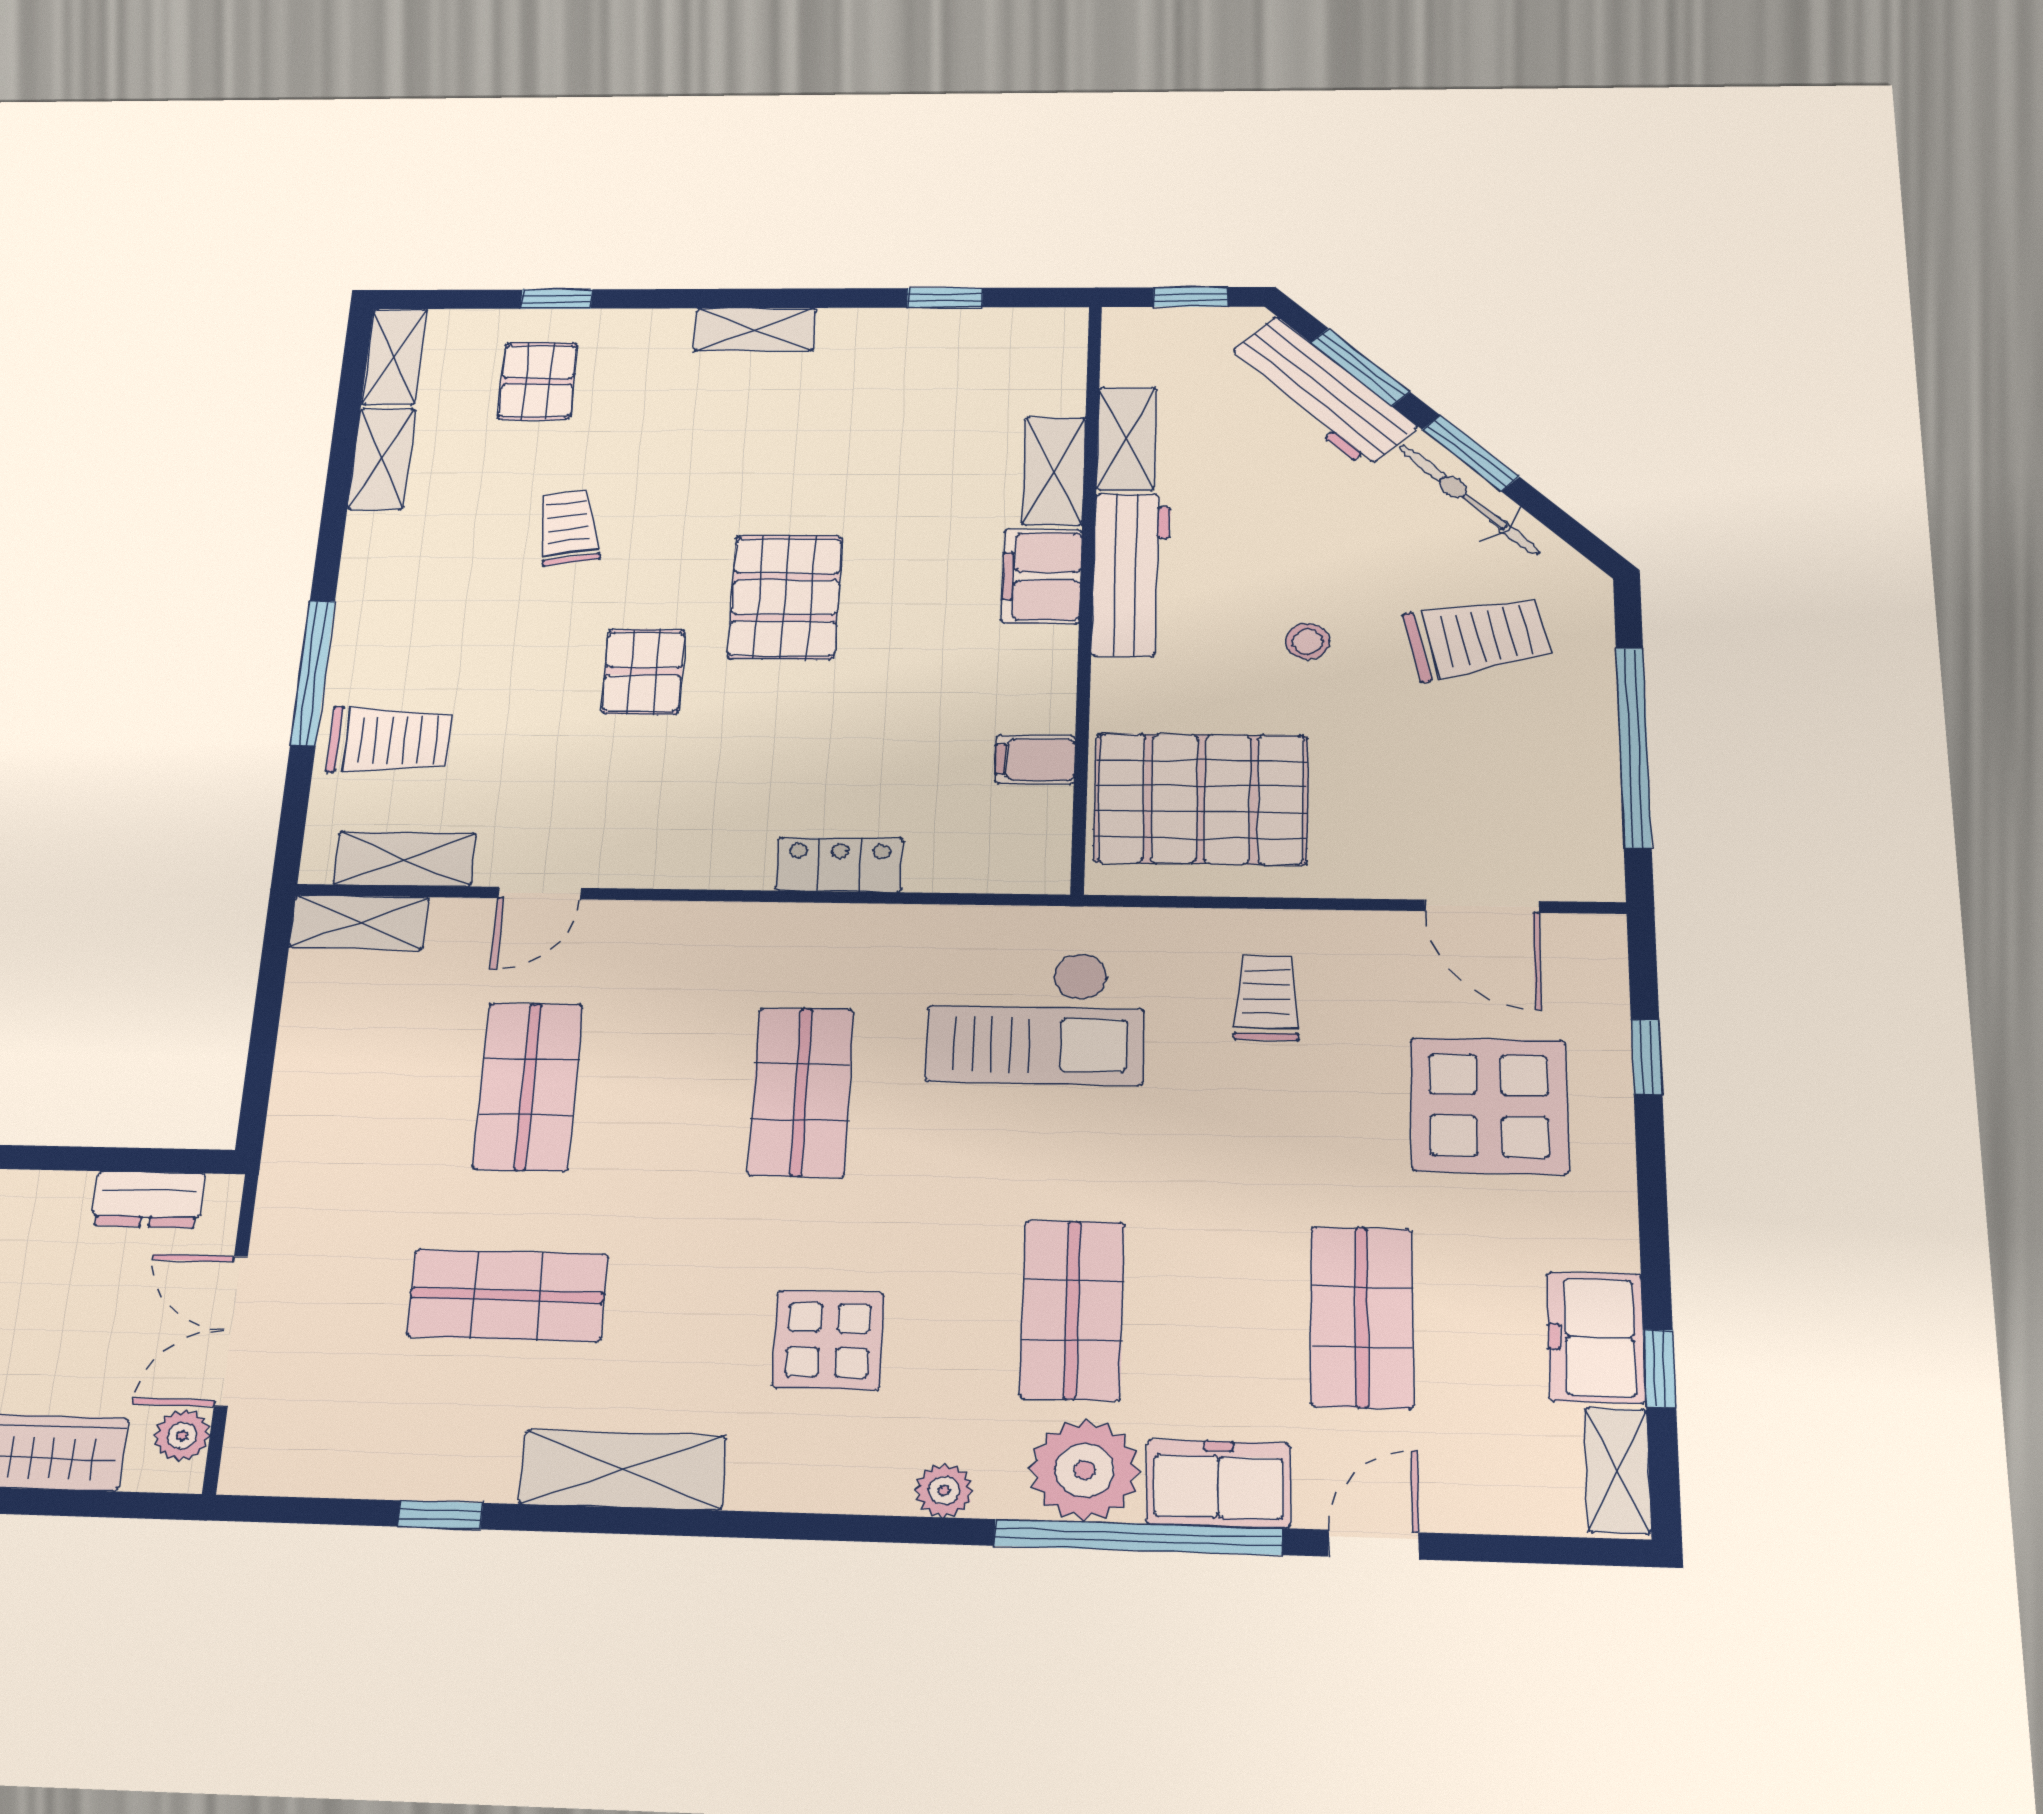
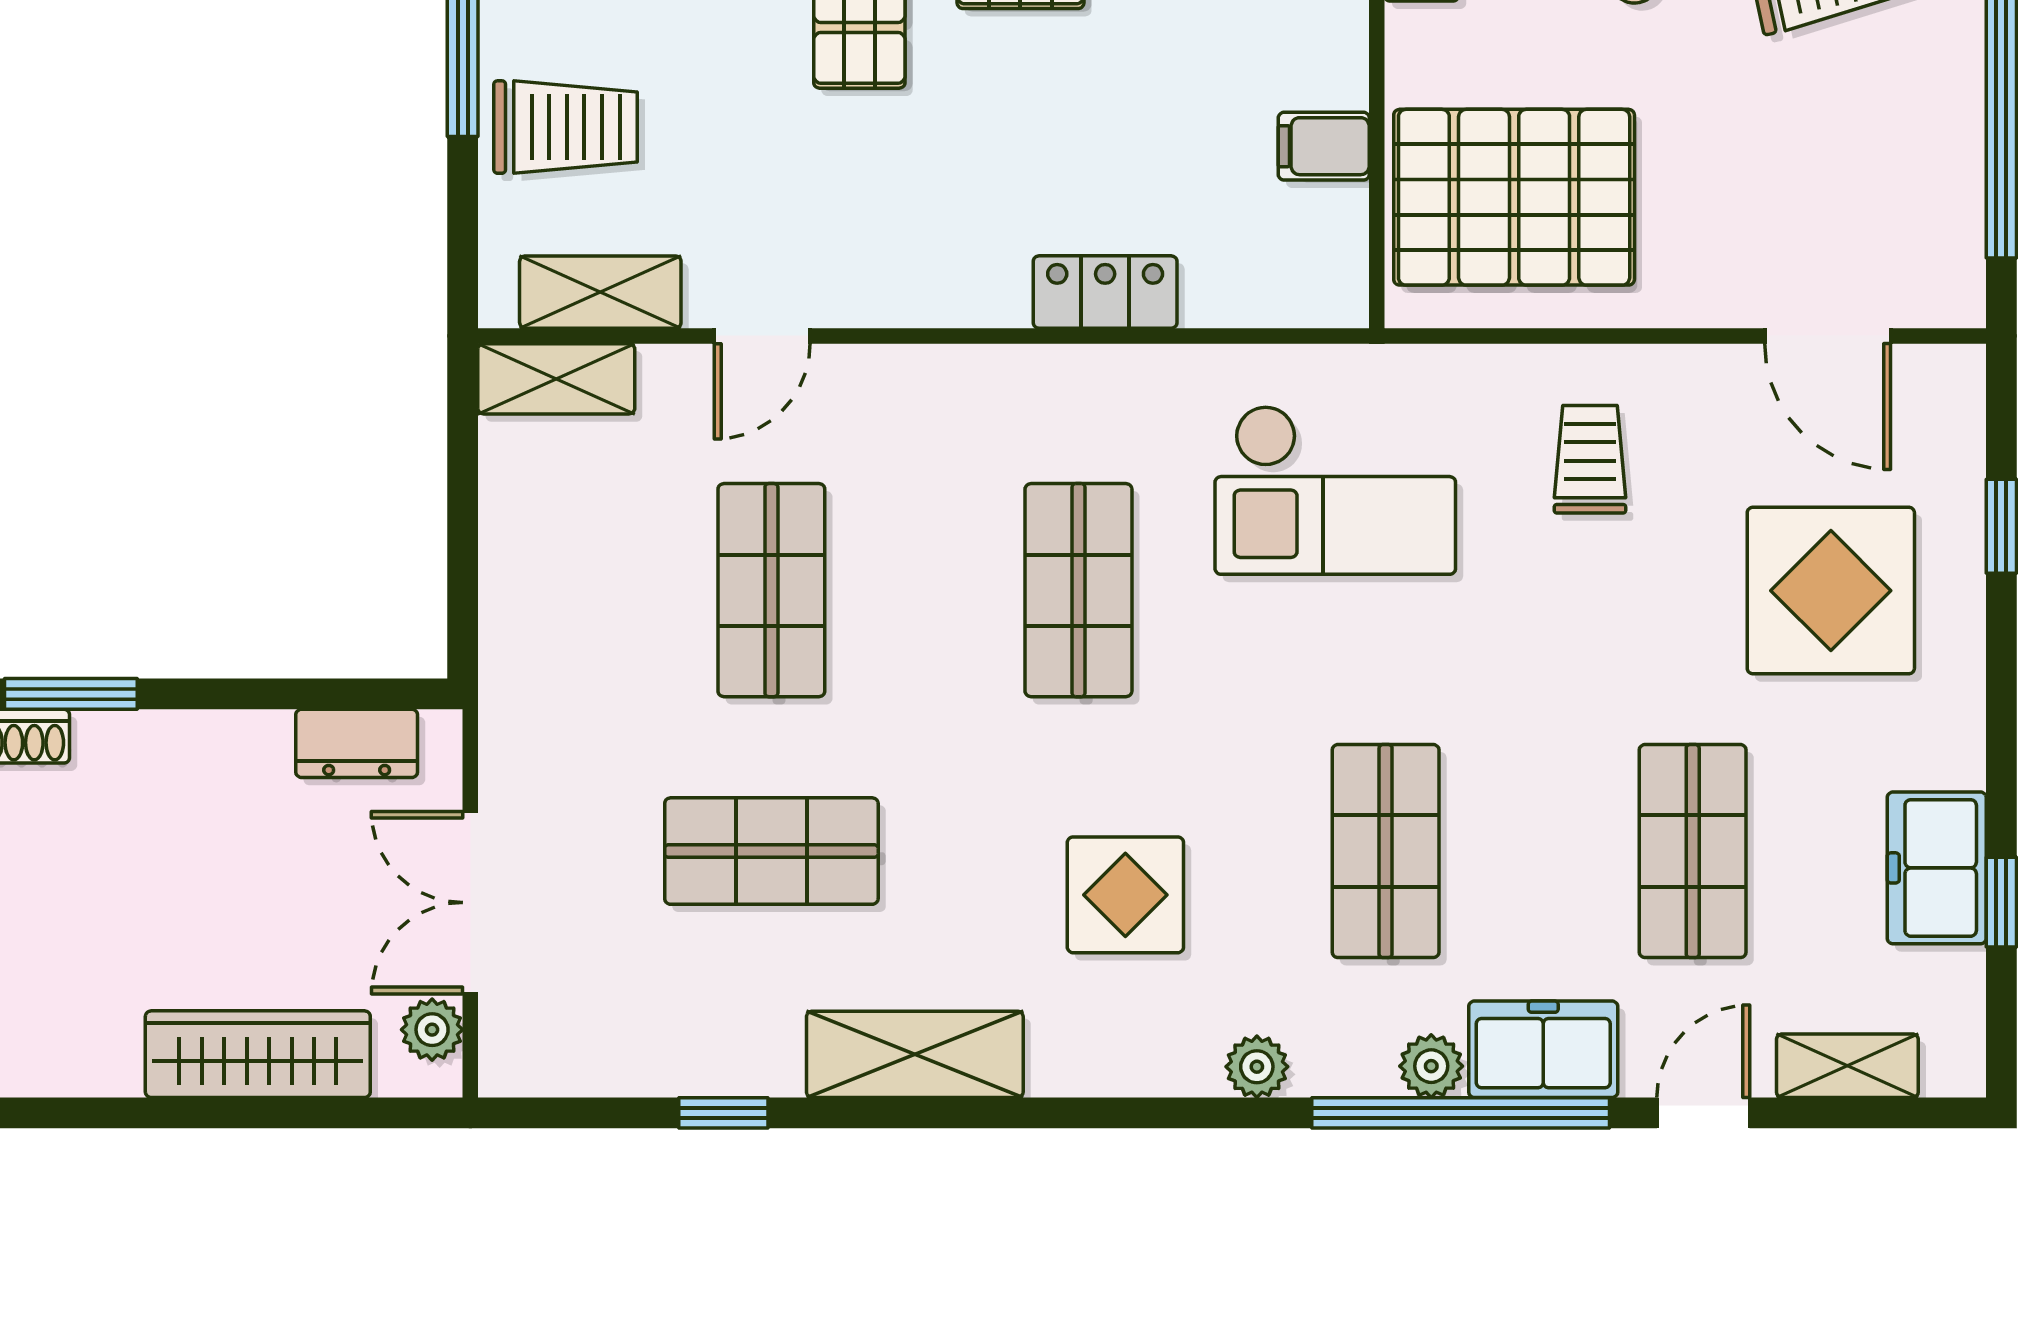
plant: (1085, 1470) -> (1431, 1066), width x0.53, depth x0.53
shelving: (1618, 1470) -> (1847, 1066), moved, turned 90

